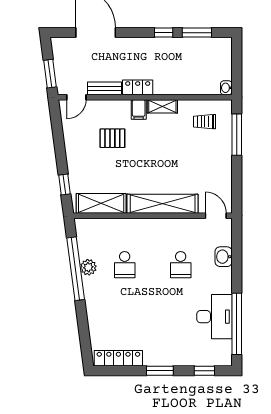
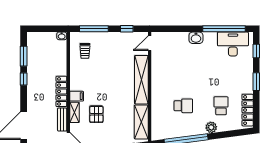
locker: (138, 87) -> (61, 91), width x1.53
shelving: (162, 106) -> (74, 112), moved
window: (237, 182) -> (127, 29), added
washbasin: (224, 257) -> (196, 38), moved
school desk: (181, 265) -> (221, 106), moved, turned -90
plant: (88, 267) -> (211, 127), moved
desk: (214, 317) -> (233, 44), moved

